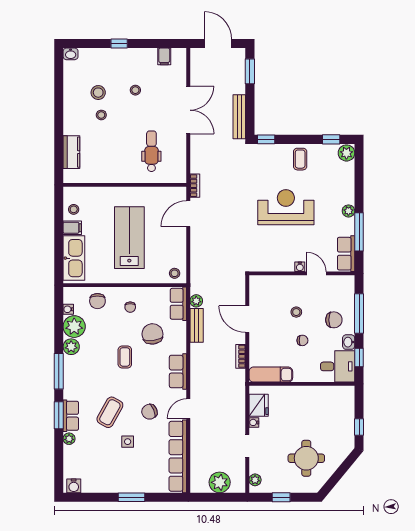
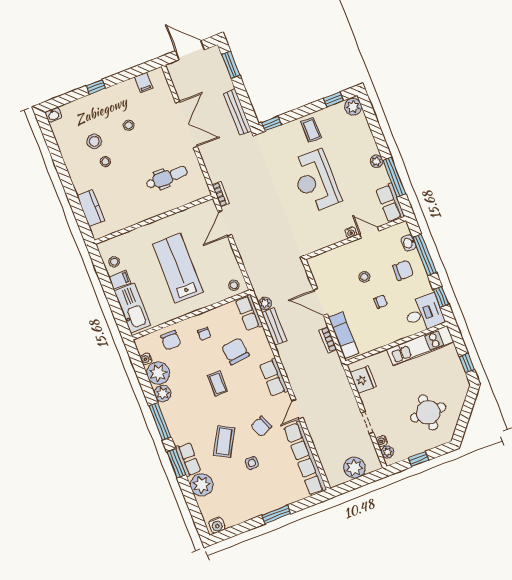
dental chair: (151, 151) -> (167, 178), turned 90
reception desk: (286, 207) -> (315, 181), turned -90
washbasin: (349, 342) -> (409, 243), moved
exam couch: (271, 375) -> (344, 335), moved, turned 90
kitchen unit: (323, 395) -> (420, 346), added
water cooler: (254, 422) -> (382, 441), moved
plant: (69, 439) -> (202, 485), width x1.88, depth x1.88

